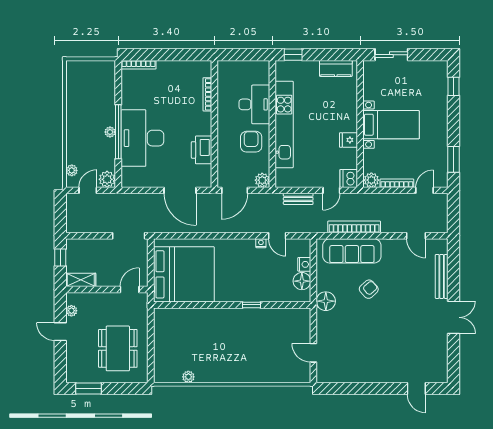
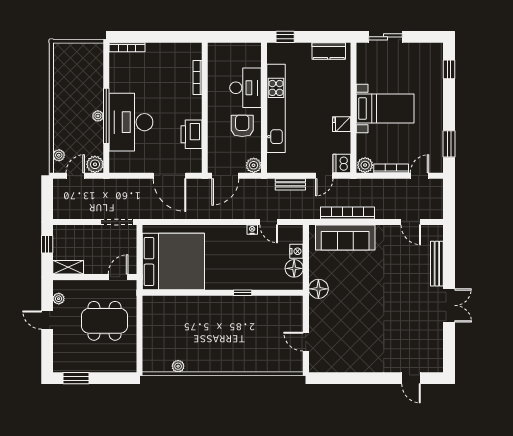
armchair: (369, 289) -> (362, 277), removed
dining table: (118, 348) -> (104, 321), moved, turned 90

